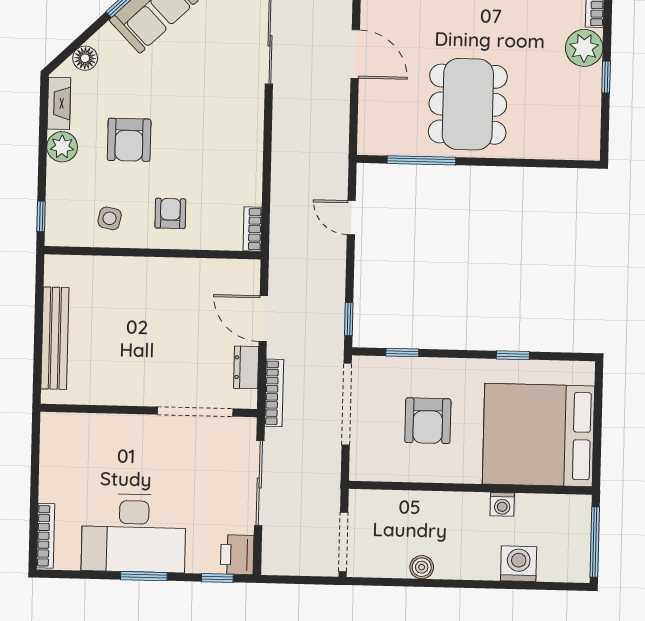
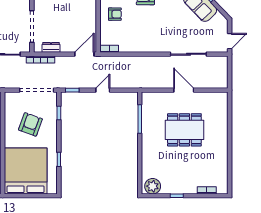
plant: (584, 48) -> (153, 186), moved
door: (355, 54) -> (184, 90), swing flipped
dining table: (468, 104) -> (184, 130), moved
door: (351, 218) -> (103, 90), moved
door: (263, 319) -> (84, 54), moved
armchair: (428, 421) -> (30, 124), turned 110

